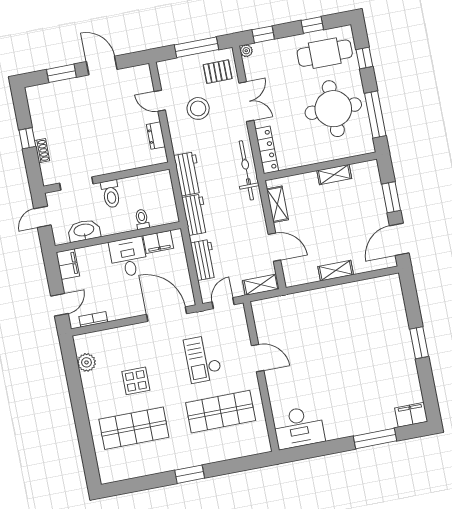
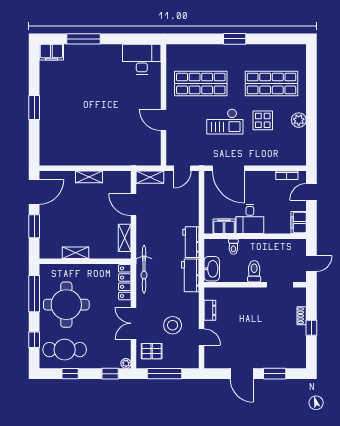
washbasin: (84, 231) -> (212, 269), moved, turned -90
workbench: (204, 260) -> (191, 205), removed
checkout: (203, 359) -> (225, 122), moved, turned 90
plant: (87, 362) -> (299, 120), moved

